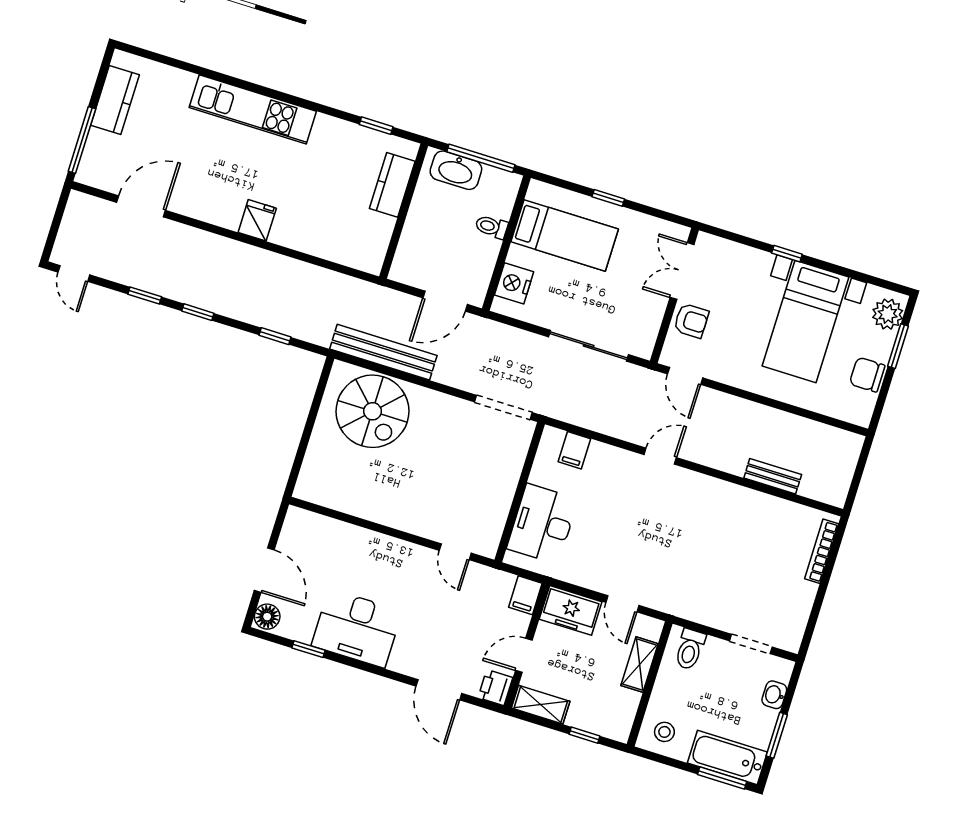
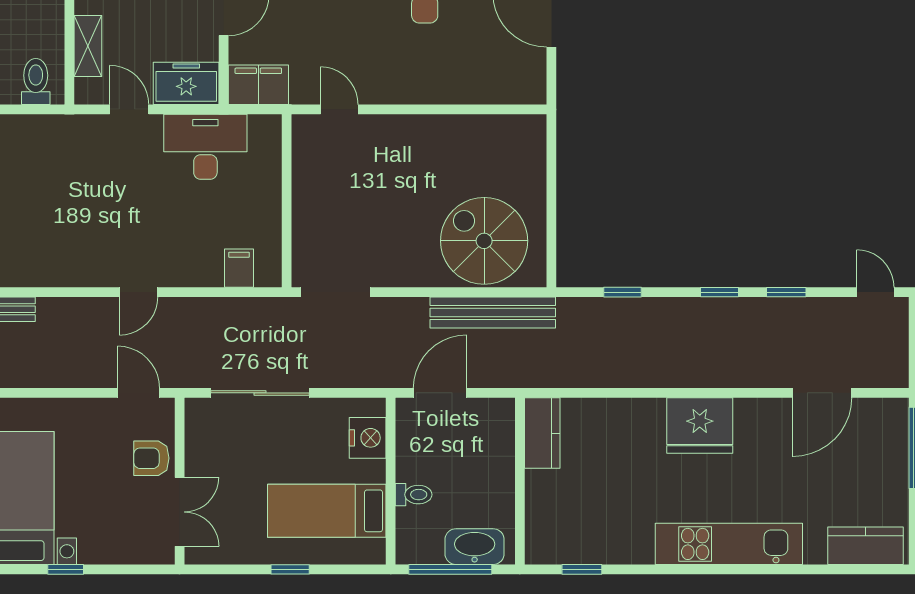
kitchen counter: (115, 100) -> (865, 546), moved, turned 90
kitchen counter: (392, 185) -> (542, 433), moved
fridge: (257, 220) -> (700, 426), width x1.88, depth x1.34
desk: (542, 524) -> (205, 147), moved, turned -90
filing cabinet: (525, 595) -> (258, 85), width x2.00

